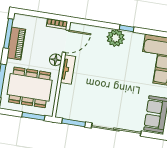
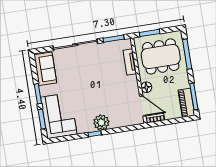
door: (66, 41) -> (143, 106), swing flipped
piano: (16, 44) -> (186, 103), moved
tv unit: (68, 70) -> (130, 62), moved

